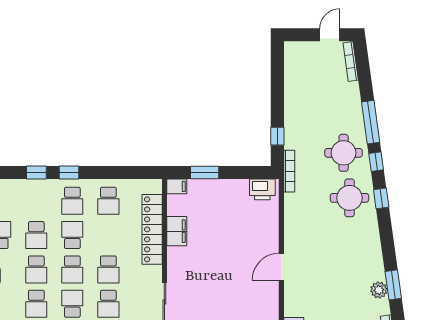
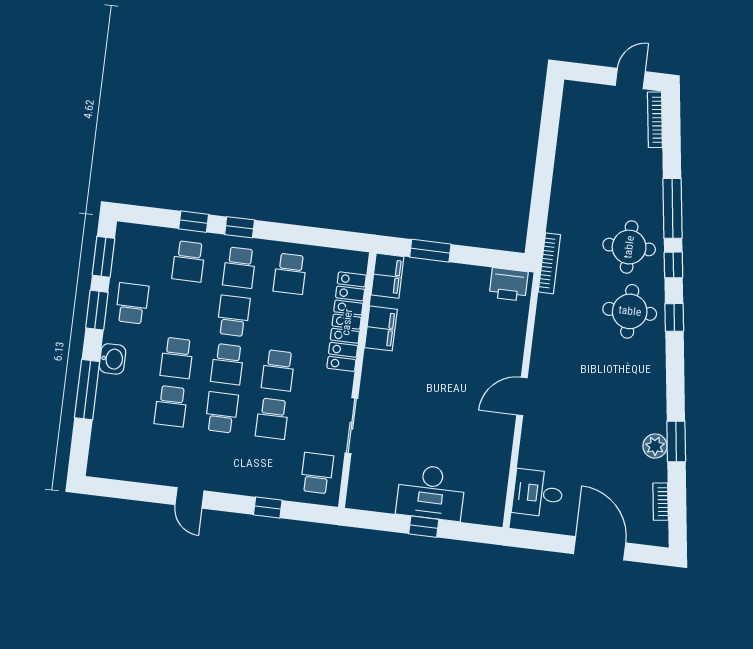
window: (277, 136) -> (539, 212), removed
filing cabinet: (177, 186) -> (387, 276), width x2.00
school desk: (36, 235) -> (189, 261), moved

